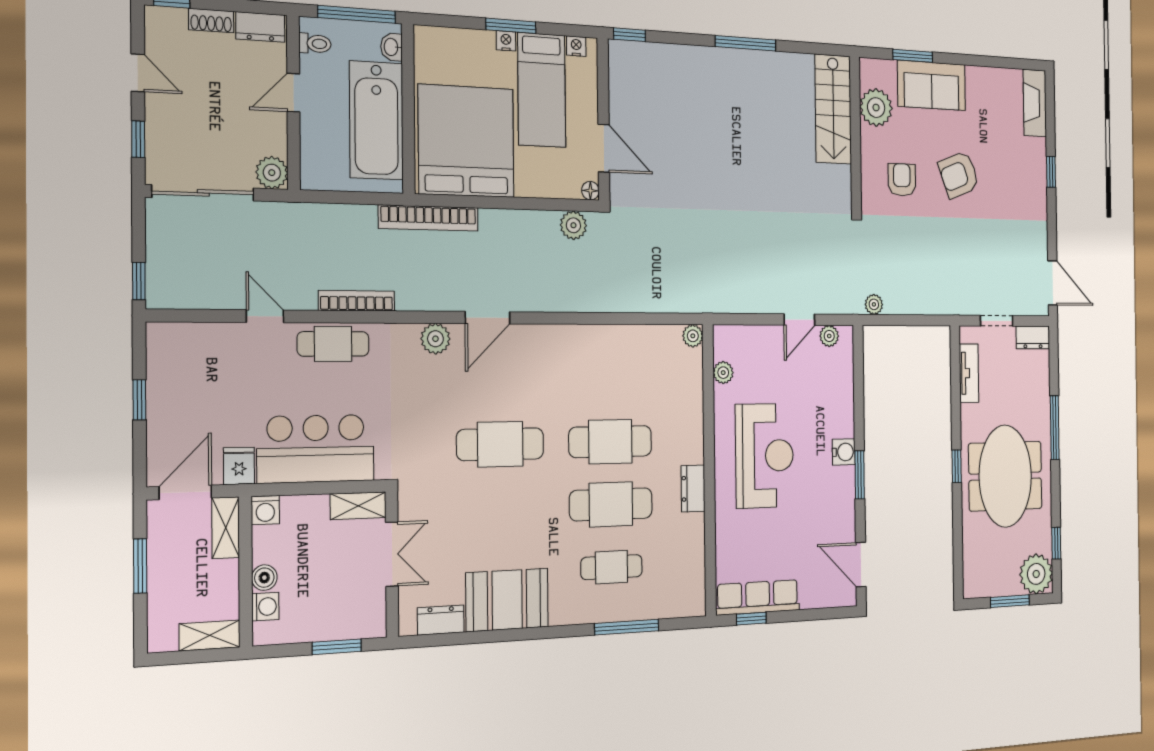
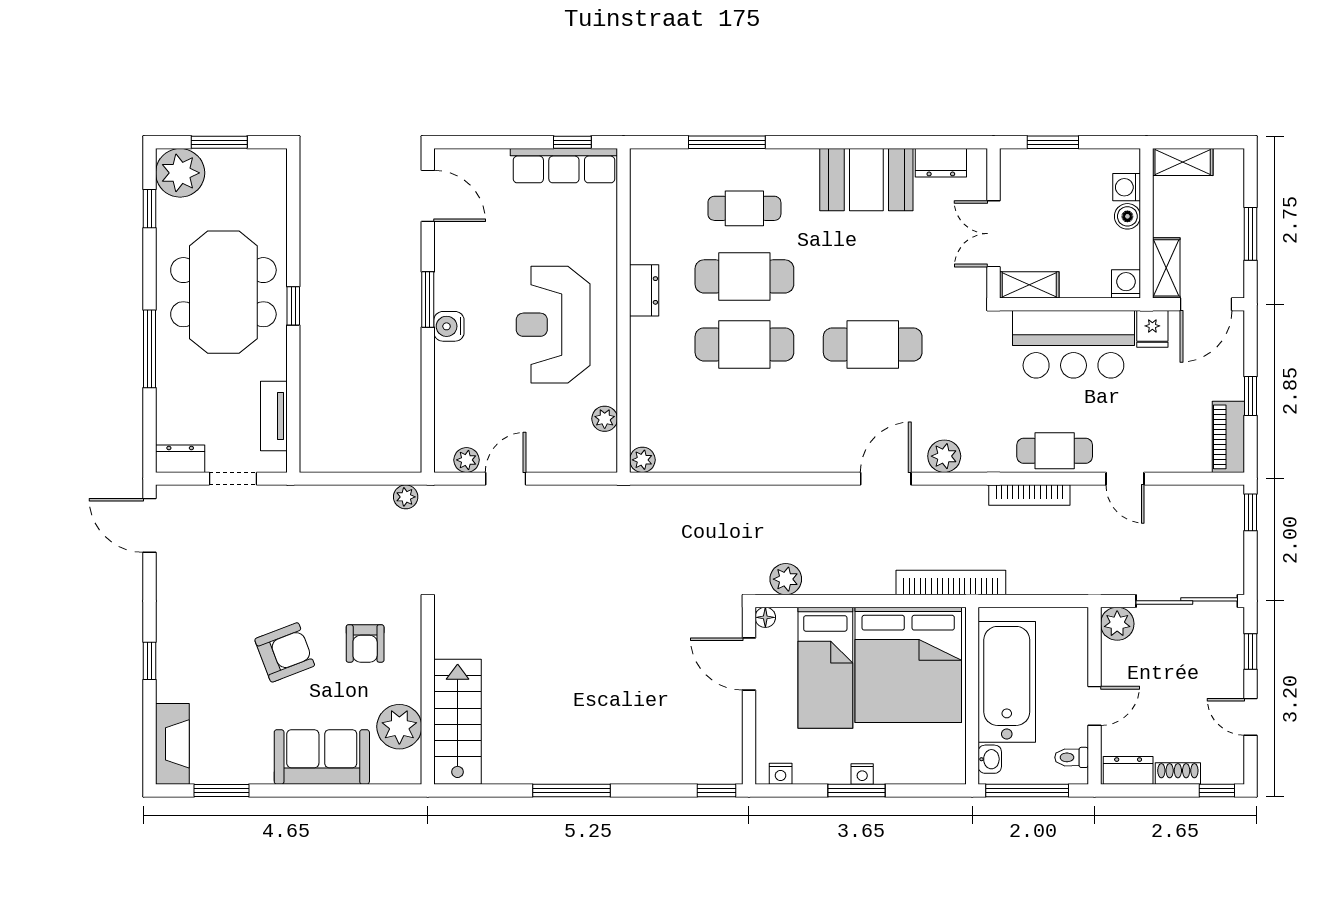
window: (913, 56) -> (222, 791), moved
bed: (542, 90) -> (825, 668), moved, turned 180
piano: (162, 358) -> (1228, 437), added

